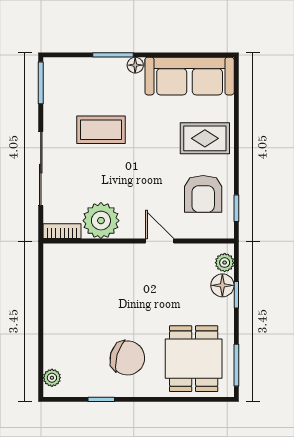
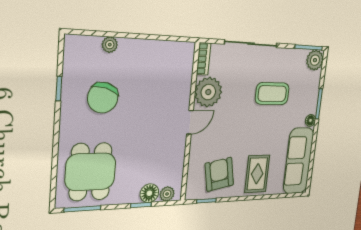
plant: (56, 70) -> (315, 60), added
coffee table: (101, 130) -> (272, 94), turned 90
armchair: (203, 194) -> (219, 174), turned 79
door: (160, 241) -> (190, 122), moved
chair: (127, 358) -> (103, 98), moved
dining table: (194, 359) -> (91, 172), turned 90
plant: (52, 378) -> (110, 45), moved

